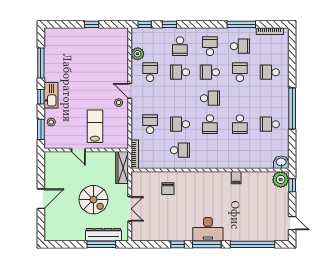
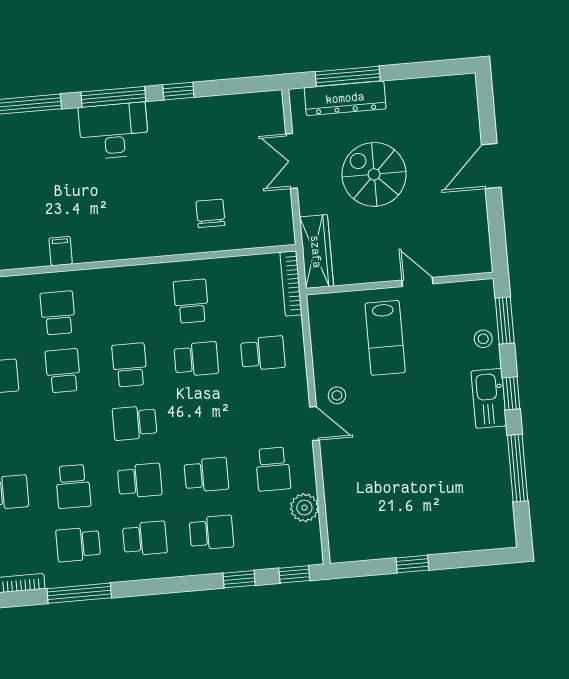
school desk: (180, 46) -> (211, 533), turned 90
school desk: (210, 46) -> (145, 539), turned -90
school desk: (150, 124) -> (263, 353), turned -90
school desk: (180, 150) -> (191, 301), turned 90
school desk: (240, 150) -> (58, 313), added

